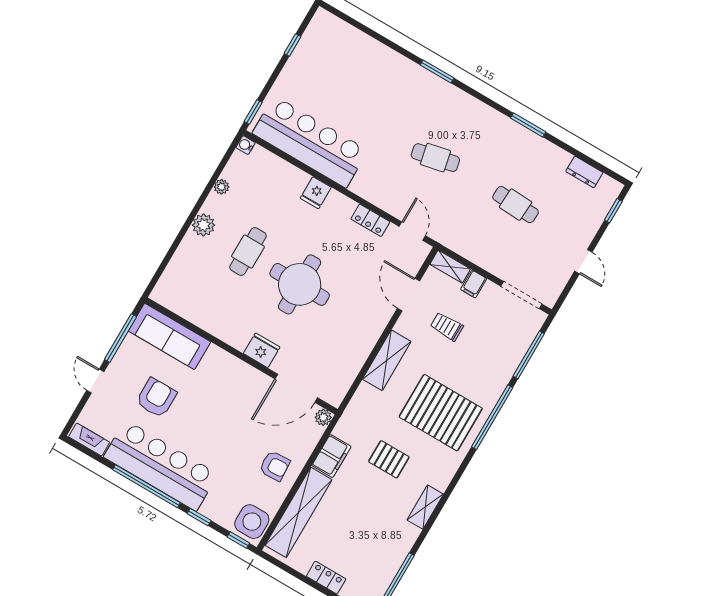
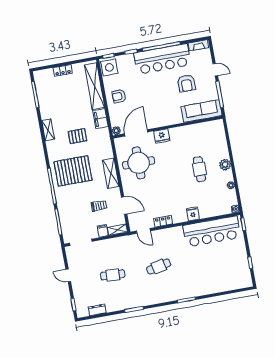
round table: (300, 284) -> (139, 163), moved

